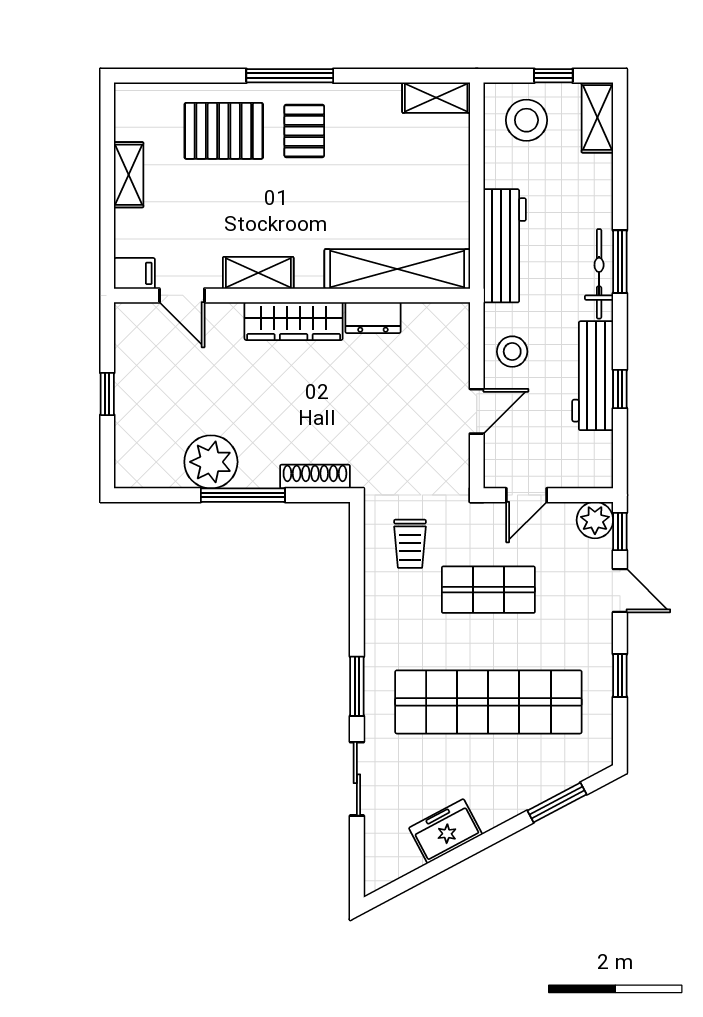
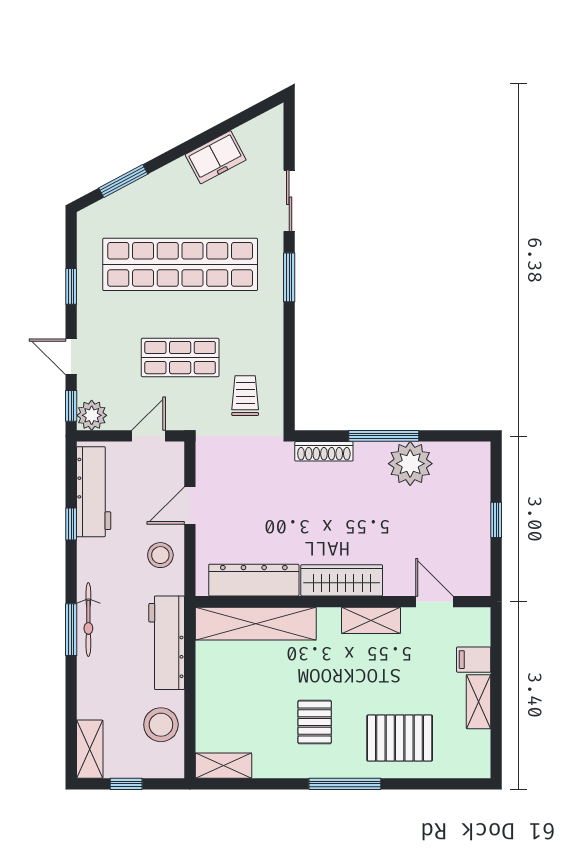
stool: (526, 120) -> (161, 725), moved
pallet: (304, 131) -> (315, 722), moved
filing cabinet: (134, 273) -> (474, 660), moved
dresser: (373, 318) -> (254, 580), width x1.96, depth x1.24
workbench: (593, 376) -> (94, 492), moved

